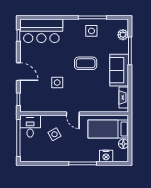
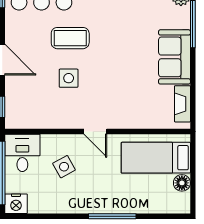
coffee table: (86, 63) -> (70, 38), moved
nightstand: (106, 156) -> (16, 204), moved

